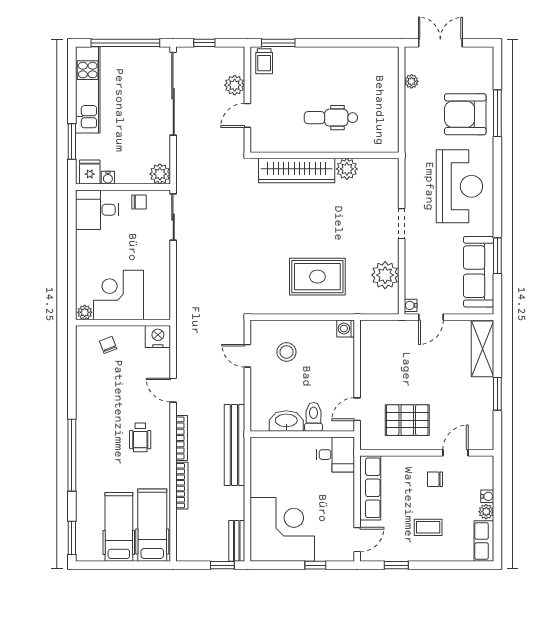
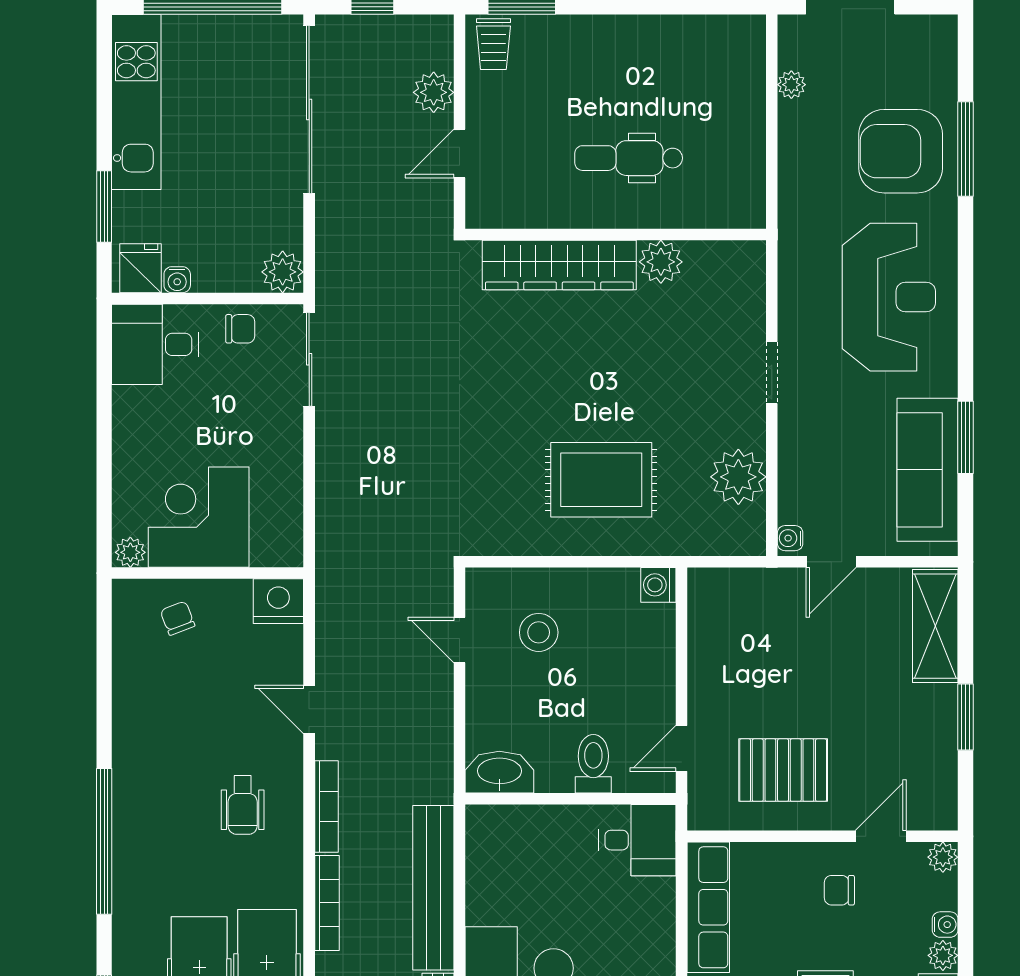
washbasin: (286, 421) -> (499, 772), moved
bench: (235, 445) -> (433, 888), moved
plant: (486, 463) -> (943, 857), added

